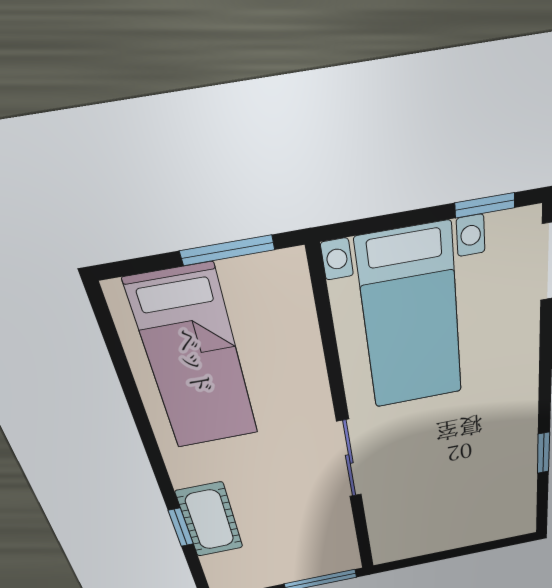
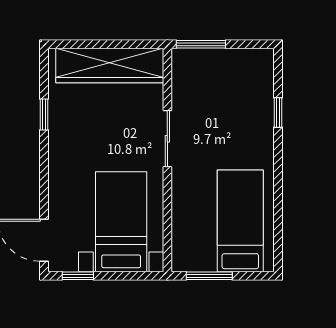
cot: (210, 520) -> (259, 114), removed
wardrobe: (448, 531) -> (110, 65), added

